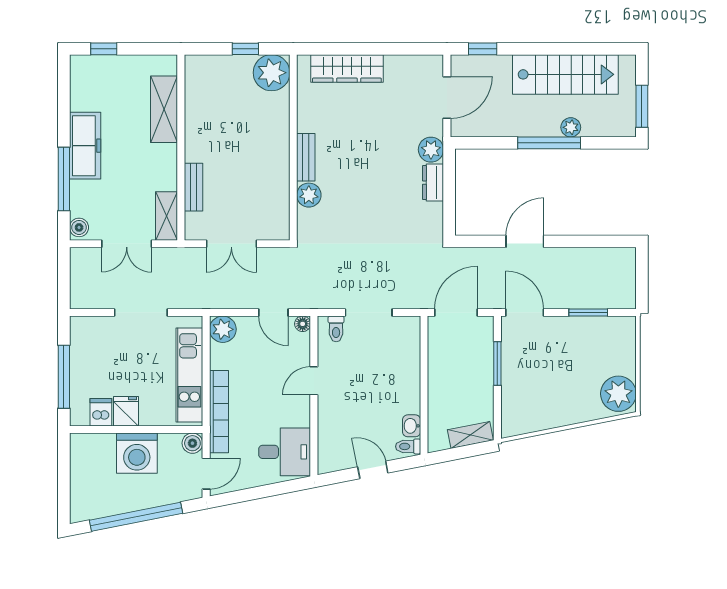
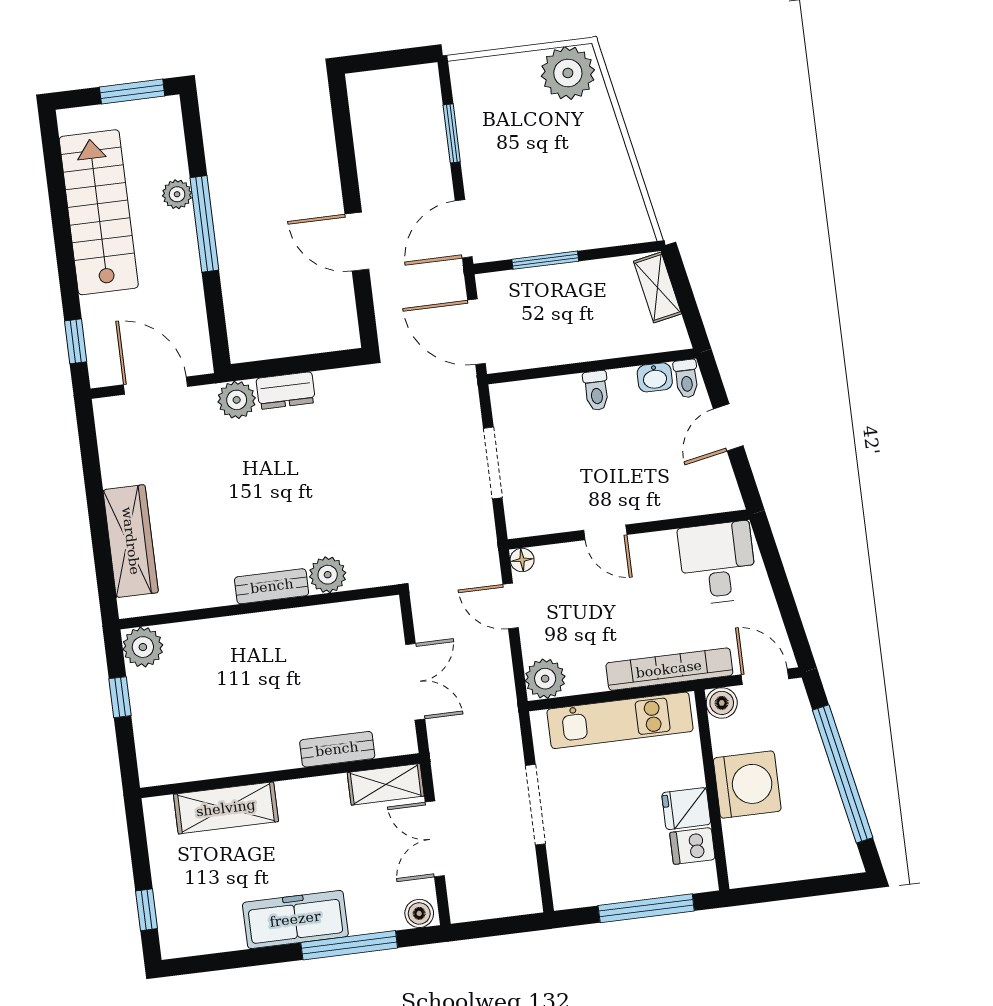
plant: (272, 73) -> (143, 647), width x0.73, depth x0.73
double door: (127, 244) -> (435, 839), swing flipped
door: (273, 313) -> (511, 606), swing flipped
toilet: (336, 329) -> (596, 391), moved, turned 90

